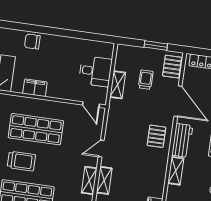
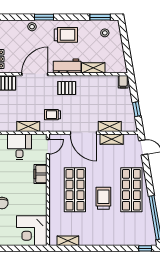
trolley: (146, 80) -> (53, 115), moved
filing cabinet: (35, 88) -> (40, 174), moved
door: (101, 149) -> (83, 133), width x1.87

